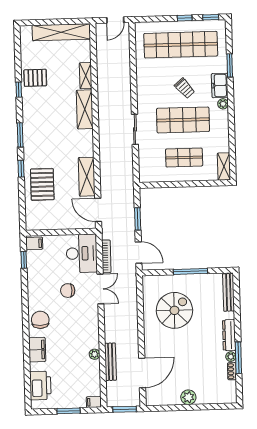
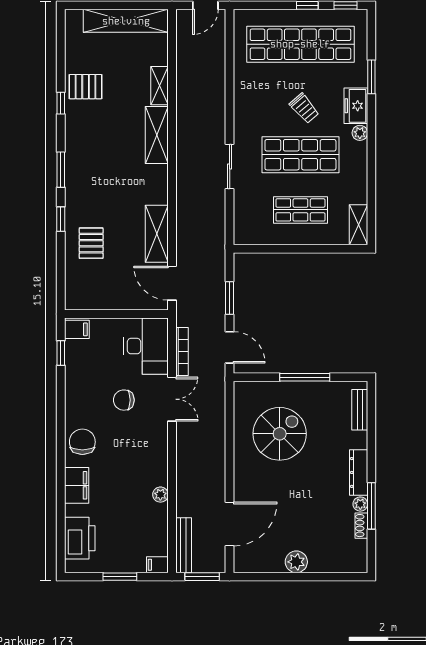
pallet: (42, 184) -> (91, 243), width x0.67, depth x0.71
bench: (229, 292) -> (360, 410), width x0.73
bench: (110, 362) -> (184, 545), moved

